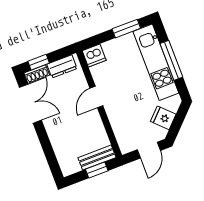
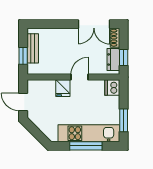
window: (39, 62) -> (124, 57), moved
door: (96, 97) -> (80, 77), hinge flipped
fridge: (163, 118) -> (63, 88), moved, turned 135
bench: (97, 158) -> (33, 48), moved

